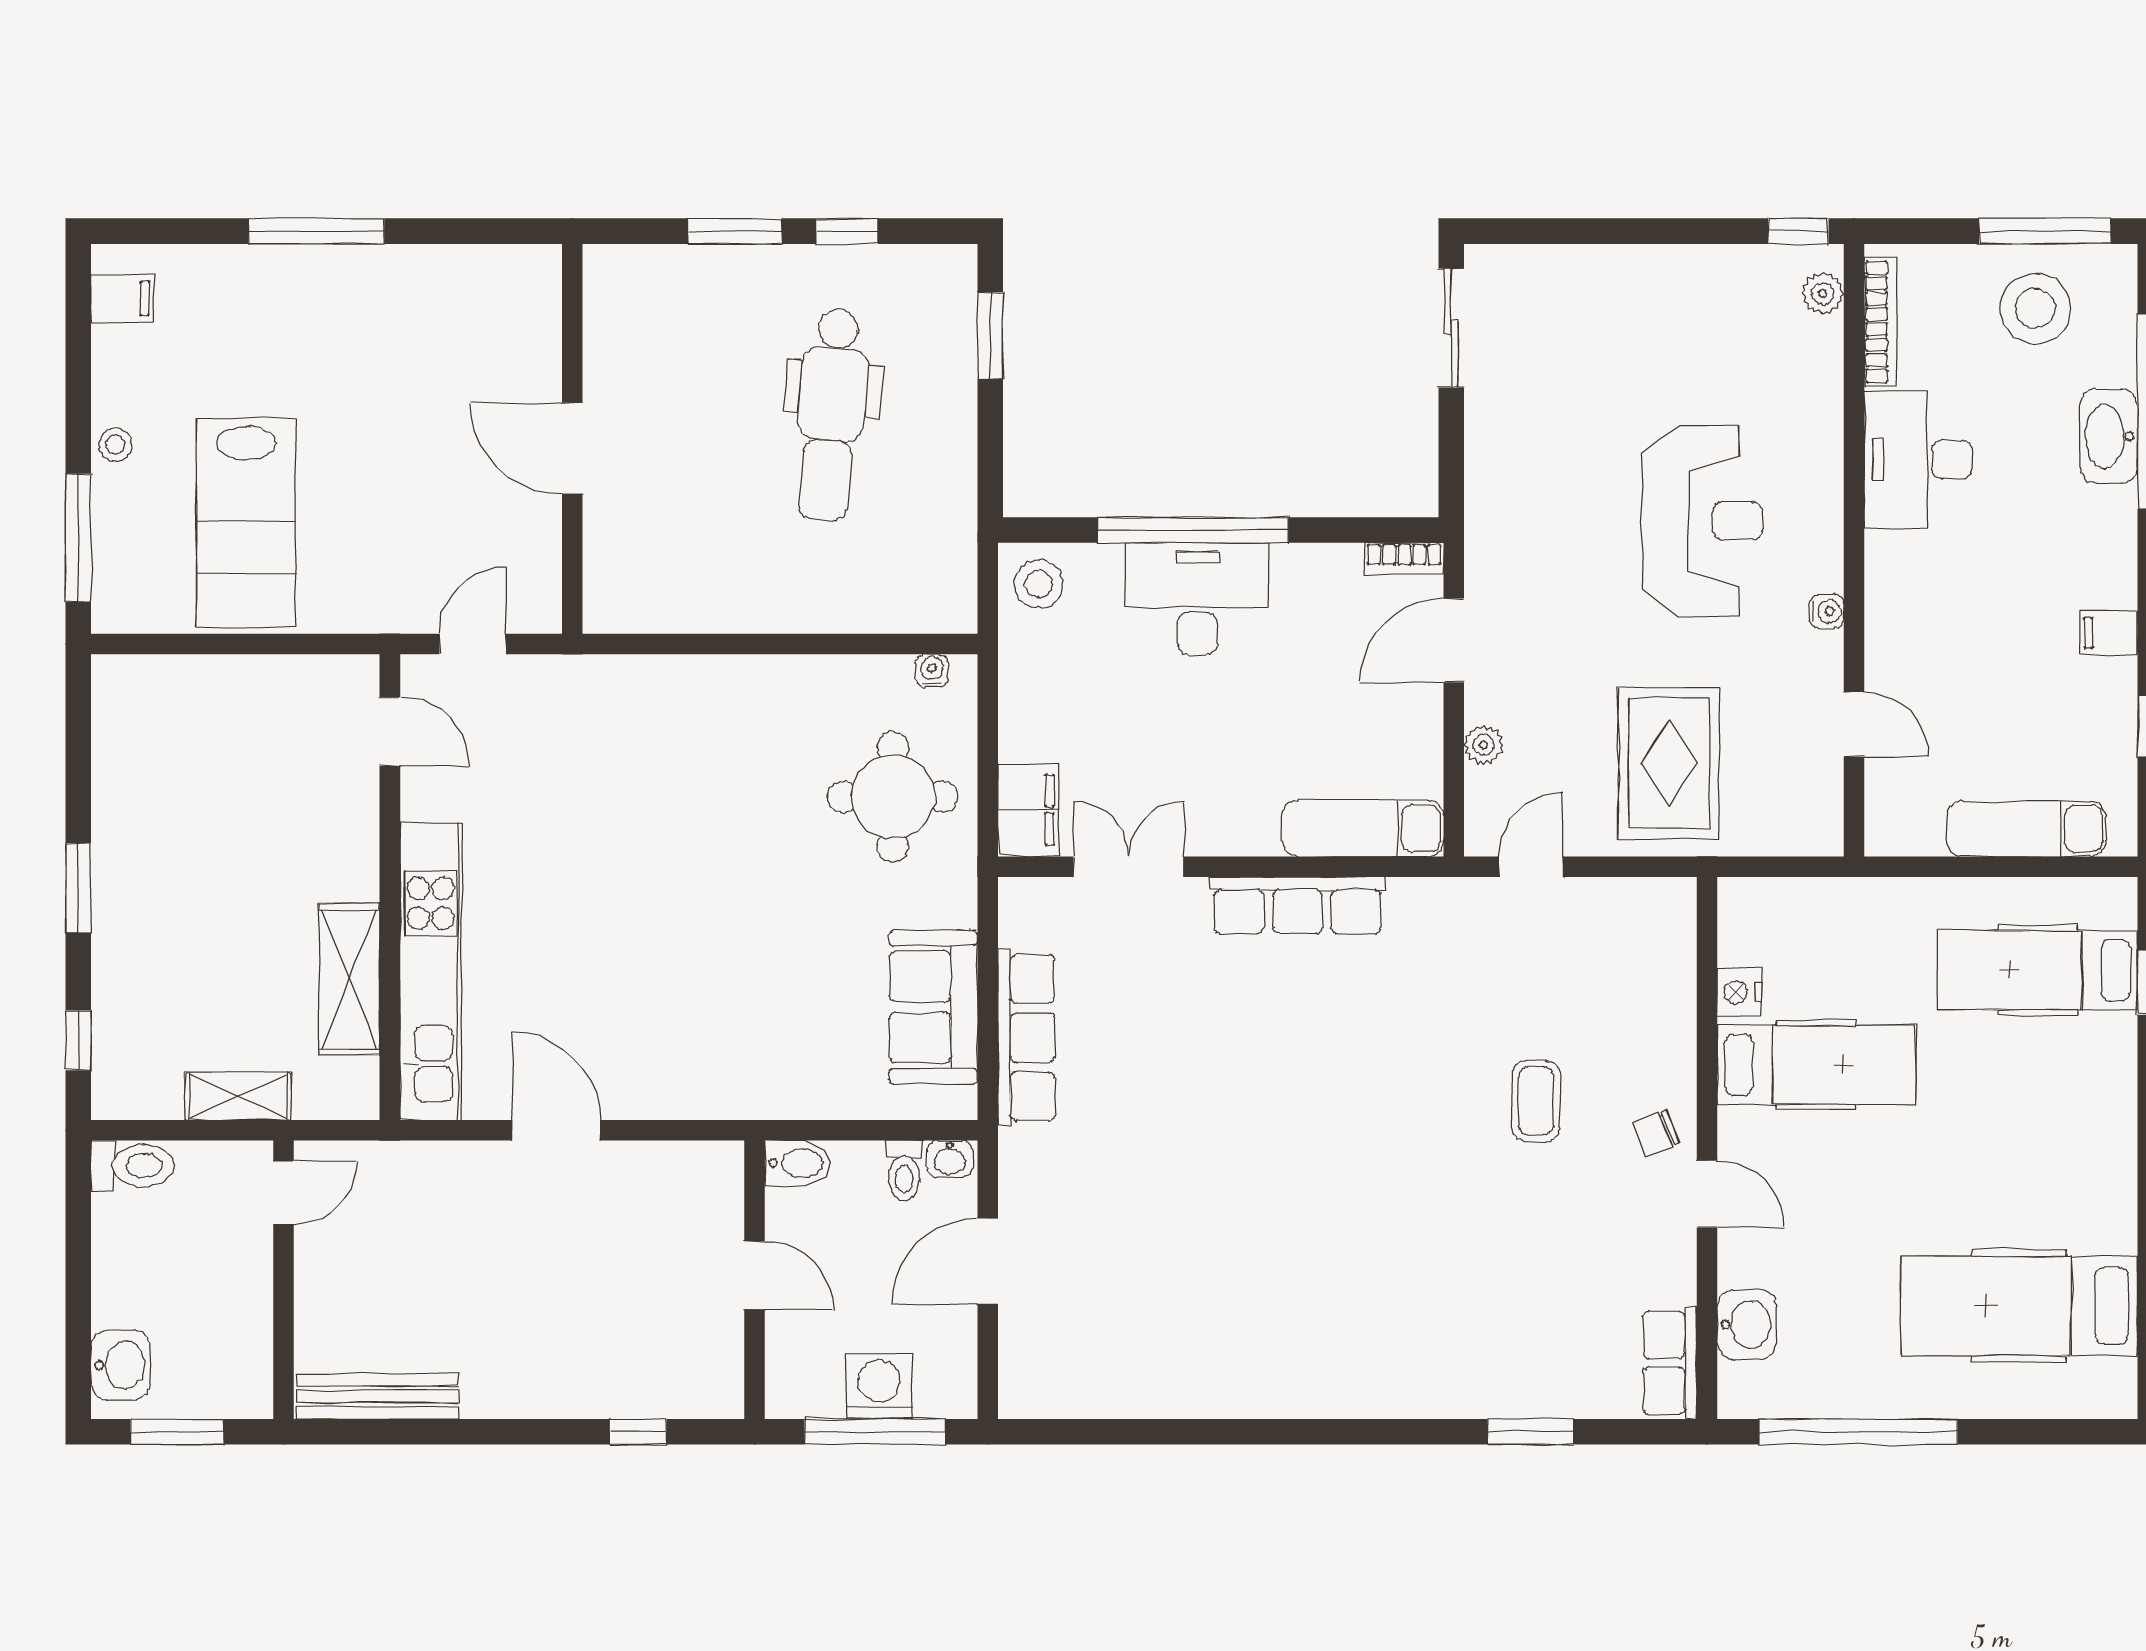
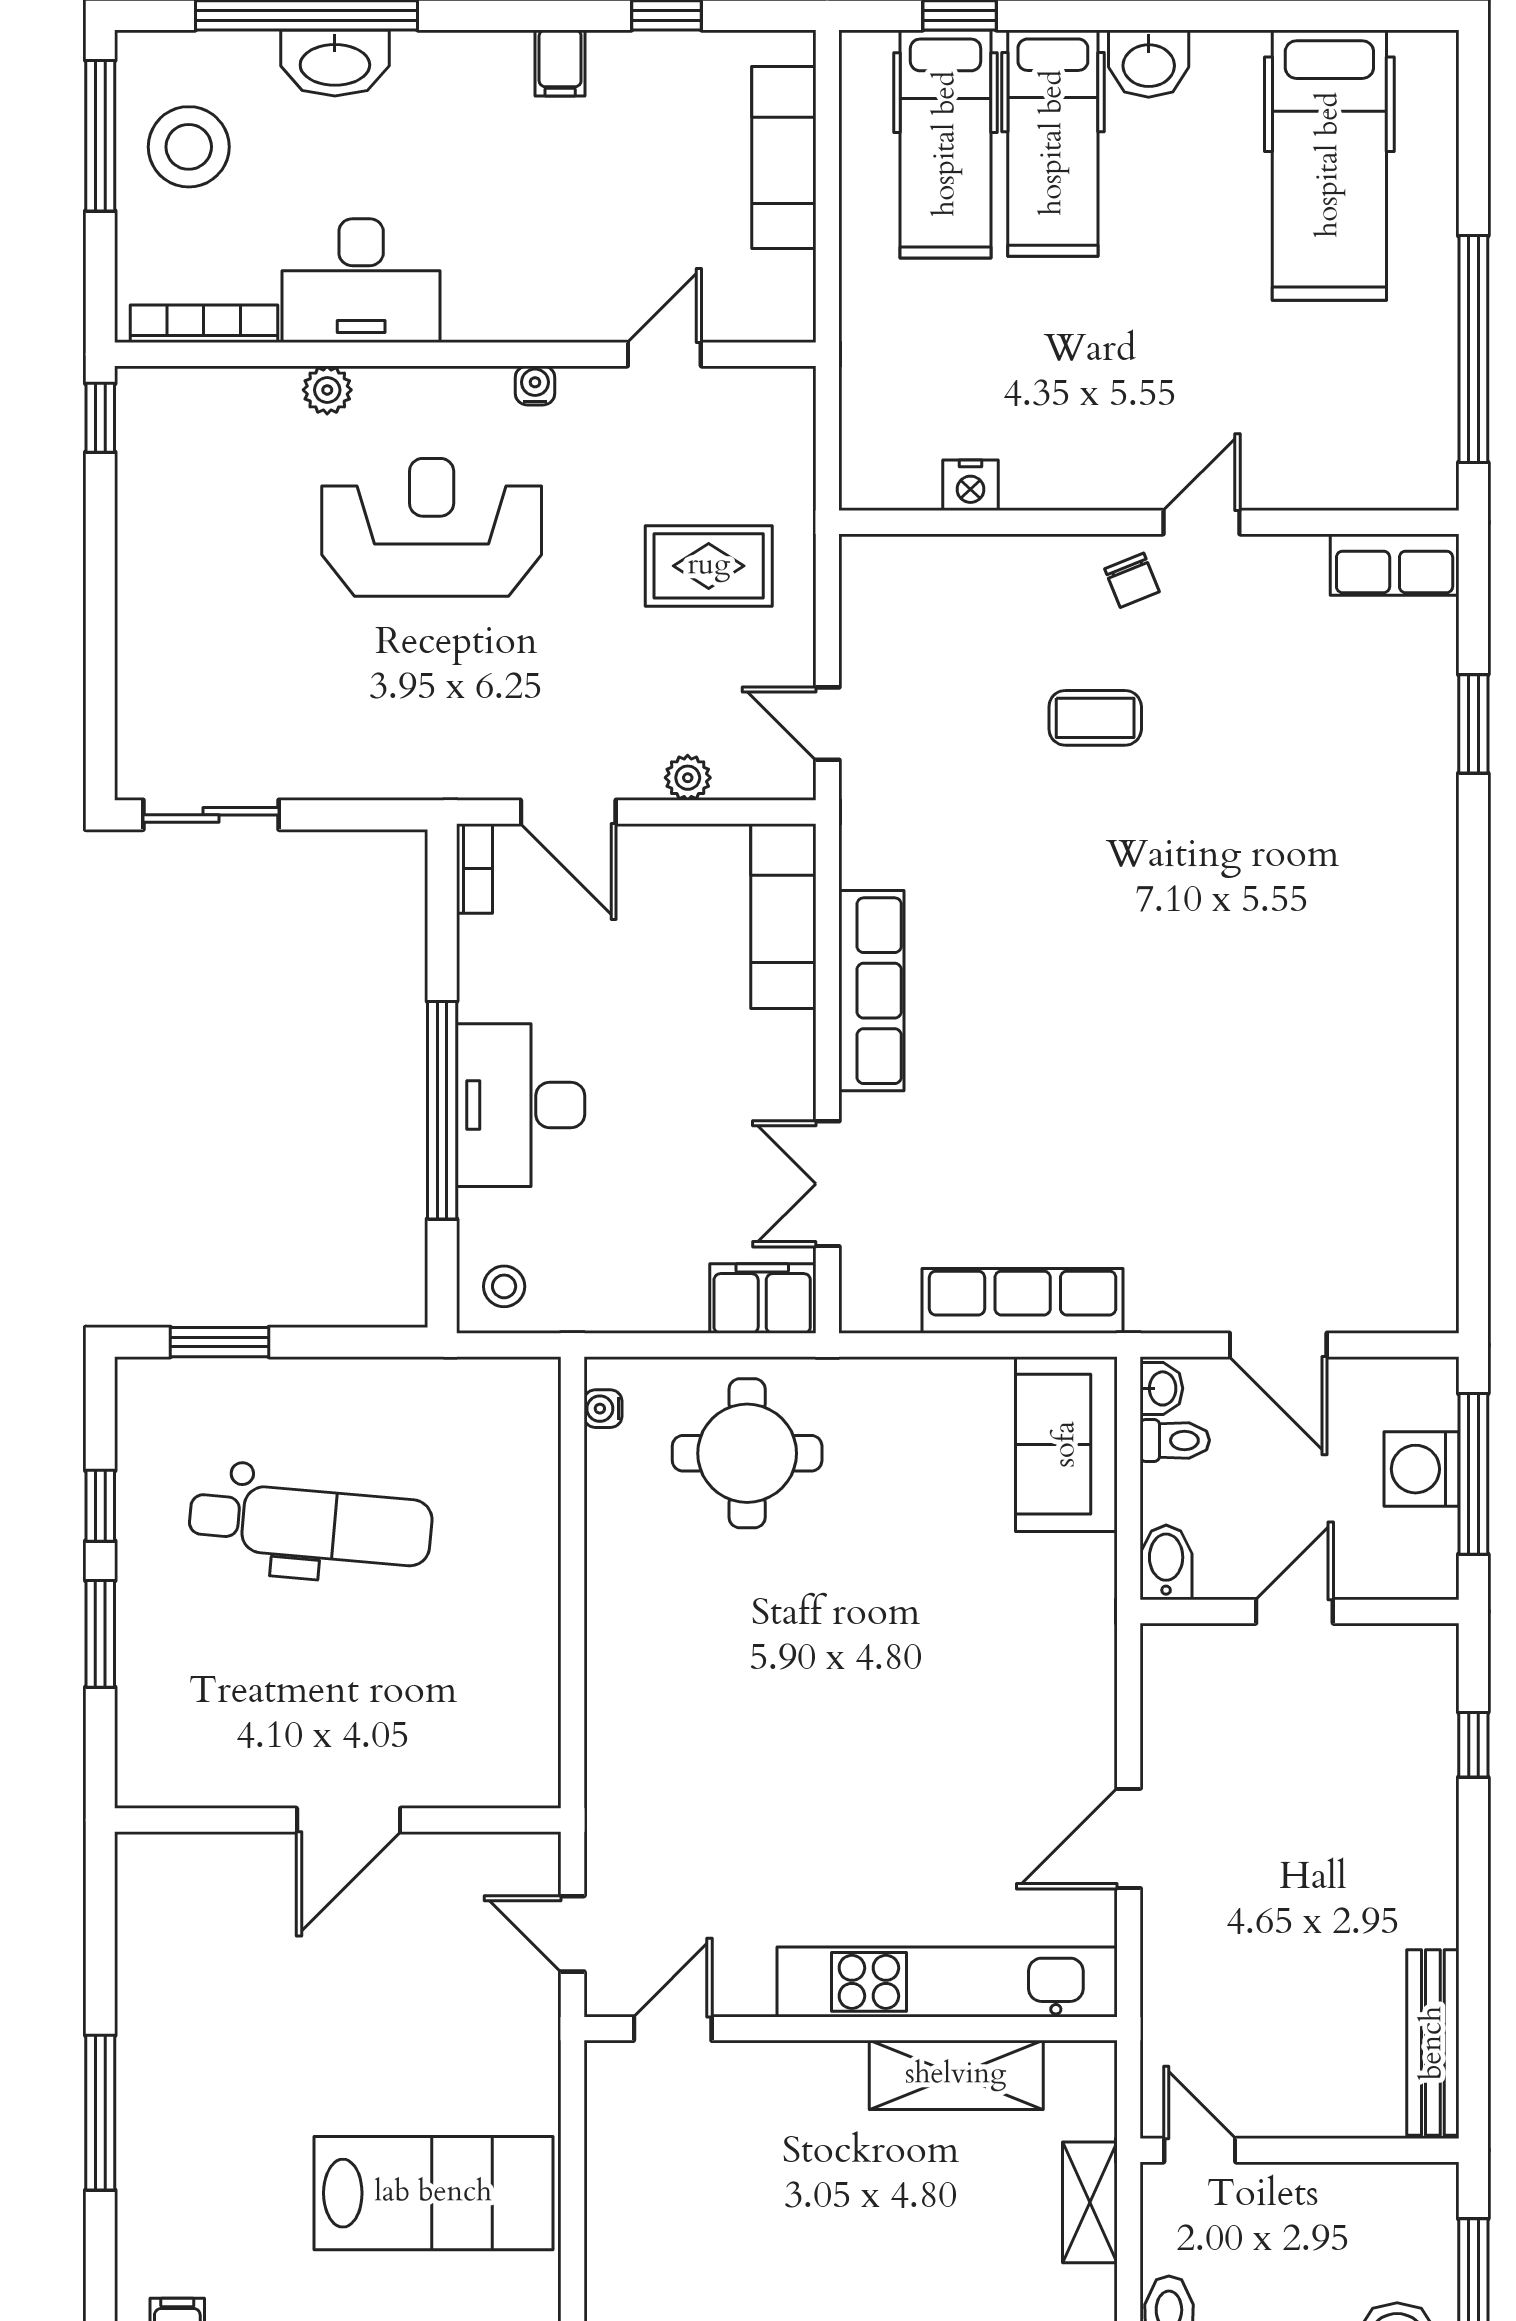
plant: (1823, 293) -> (327, 390), moved
stool: (1039, 584) -> (504, 1286), width x0.73, depth x0.73
rug: (1669, 763) -> (709, 566), width x0.73, depth x0.70
sofa: (933, 1007) -> (1066, 1444), moved, turned 90
hospital bed: (1816, 1065) -> (1053, 143), moved, turned 180
washbasin: (1747, 1324) -> (1149, 64), moved, turned 180

